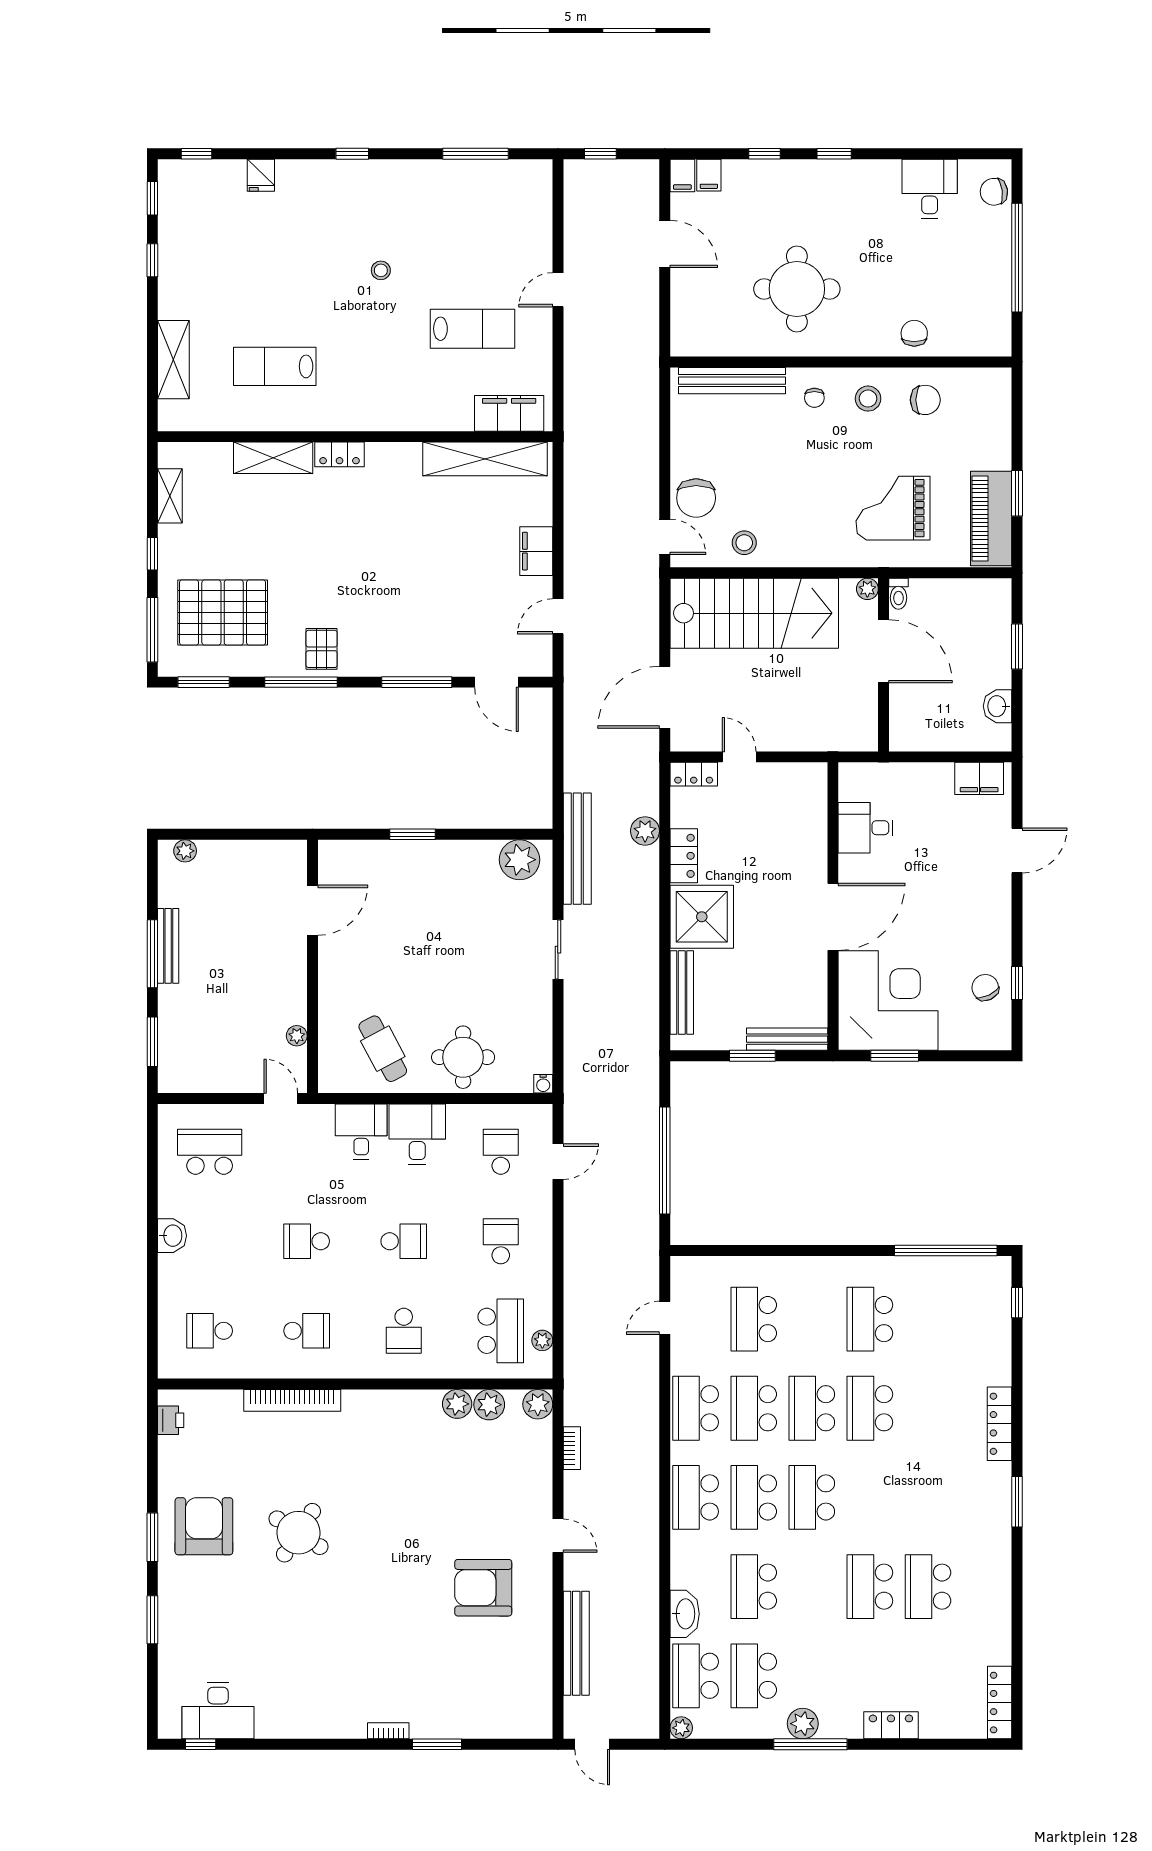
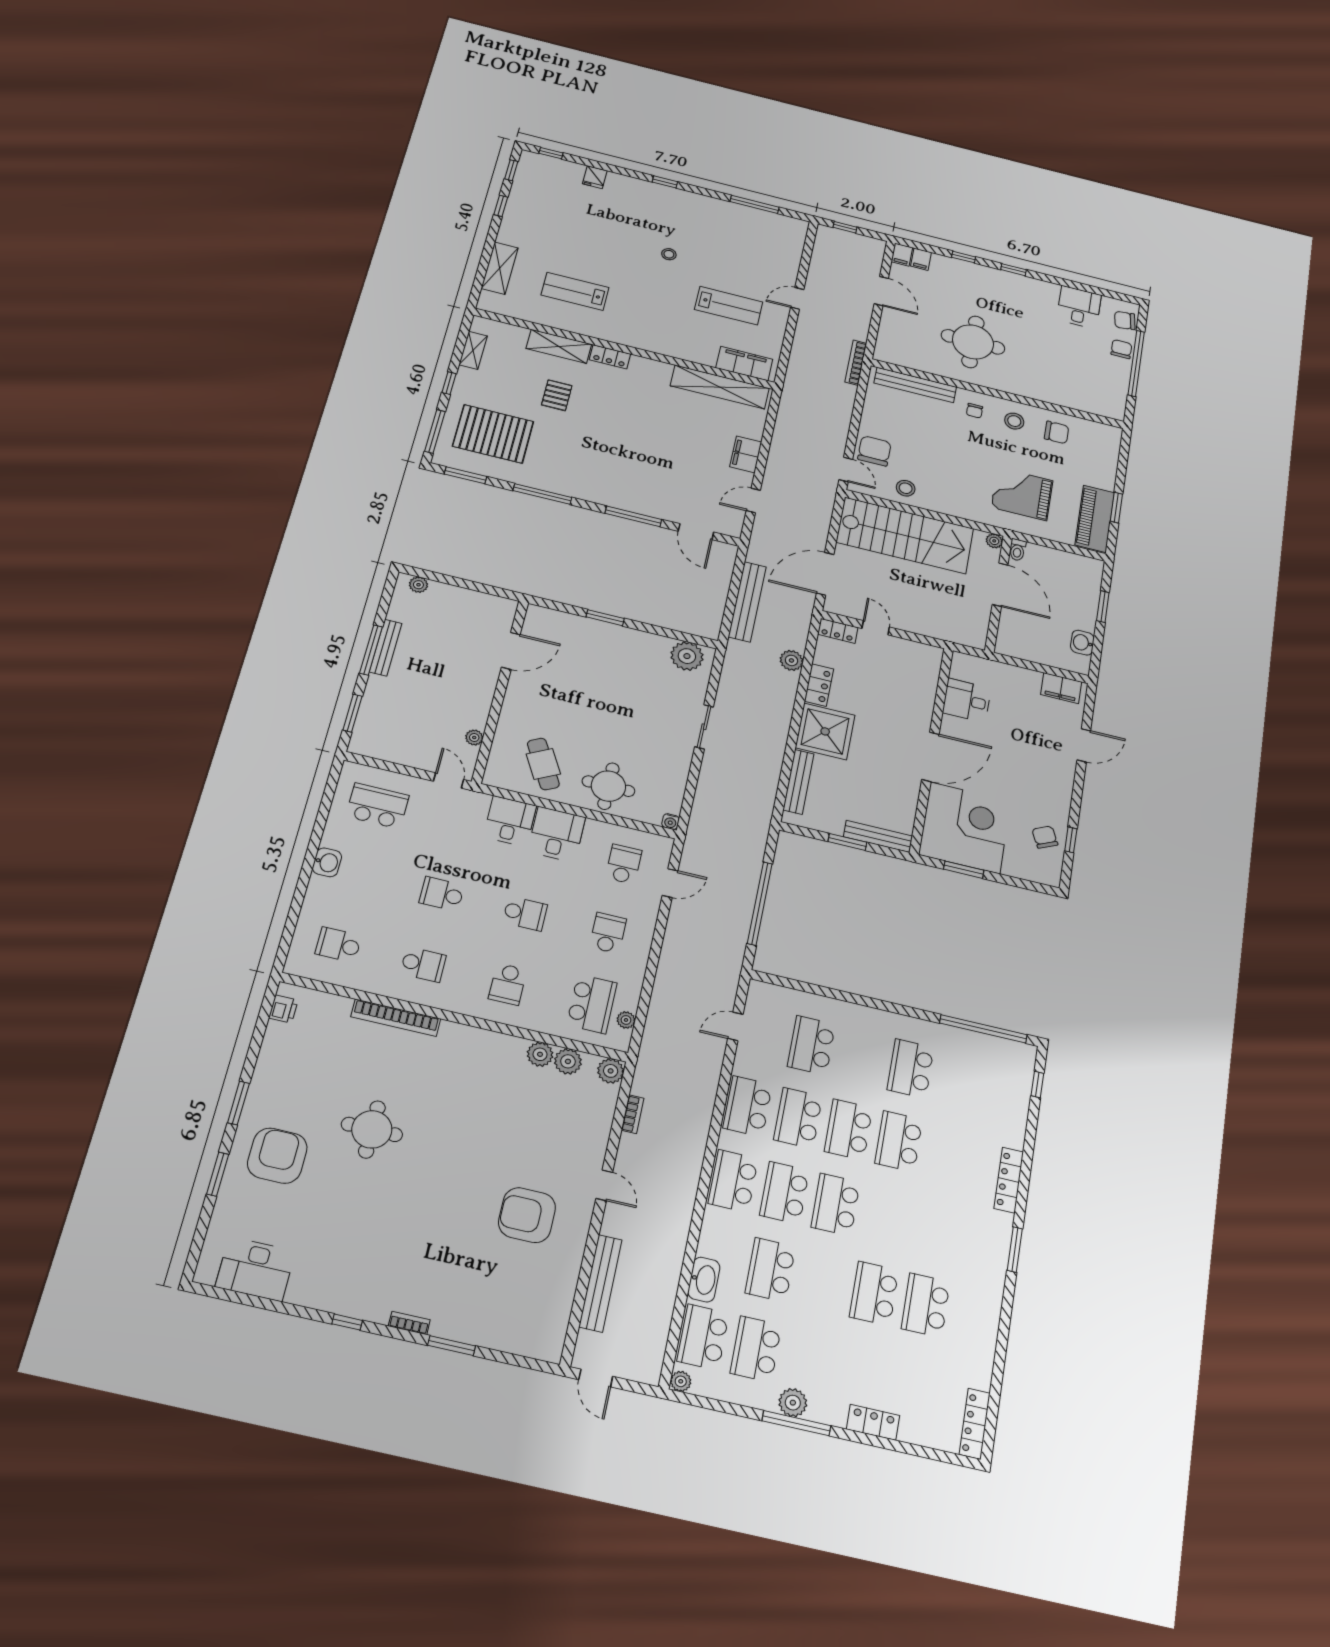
chair: (914, 333) -> (1121, 349), moved
bookcase: (650, 369) -> (856, 363), added
chair: (696, 498) -> (874, 451), turned 180
pallet: (322, 649) -> (557, 395), moved
bench: (577, 849) -> (747, 602), moved
armchair: (204, 1526) -> (277, 1156), moved
round table: (298, 1533) -> (372, 1129), turned -33
window: (201, 1744) -> (347, 1322), moved

